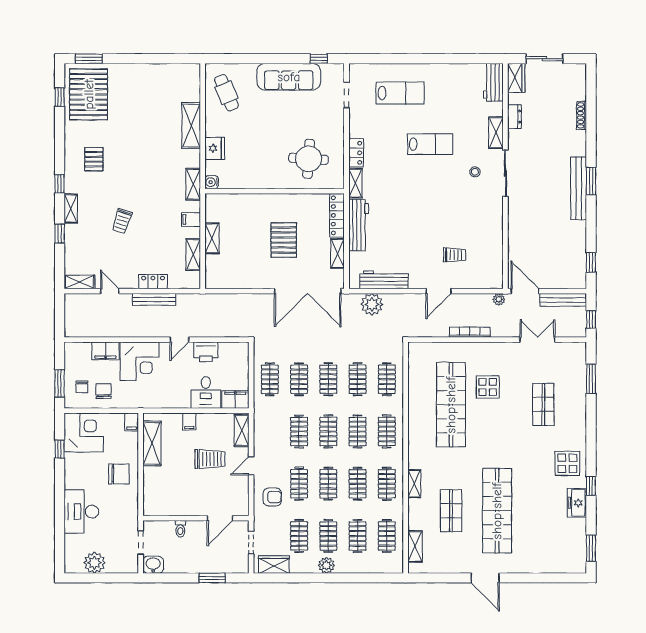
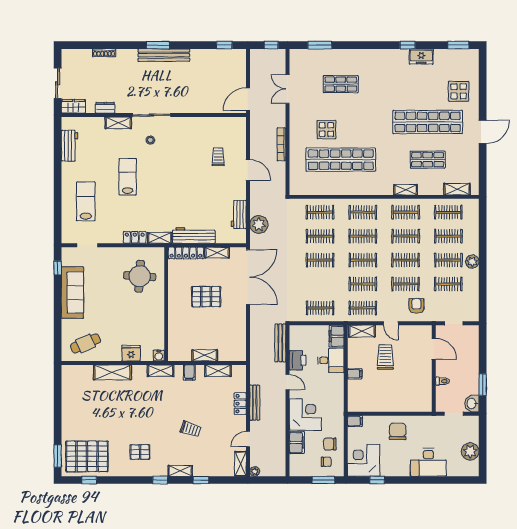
workbench: (493, 82) -> (69, 146), moved, turned -90
workbench: (384, 280) -> (239, 215), width x0.73
plant: (499, 299) -> (255, 471), moved
bench: (563, 300) -> (280, 343), moved
clothes rail: (299, 379) -> (363, 308), moved
shelving: (152, 443) -> (373, 405), removed
display table: (567, 463) -> (459, 91), moved
wardrobe: (274, 565) -> (472, 305), removed
window: (212, 578) -> (483, 385), moved

